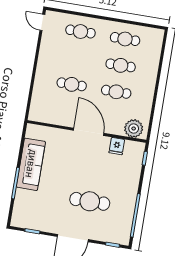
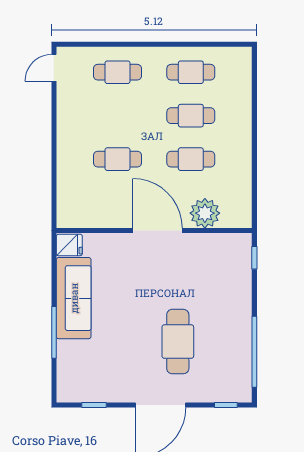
door: (42, 22) -> (54, 68), hinge flipped
plant: (134, 129) -> (205, 213), moved
fridge: (117, 146) -> (69, 245), moved, turned -90
cafe table: (90, 201) -> (178, 342), turned 90

